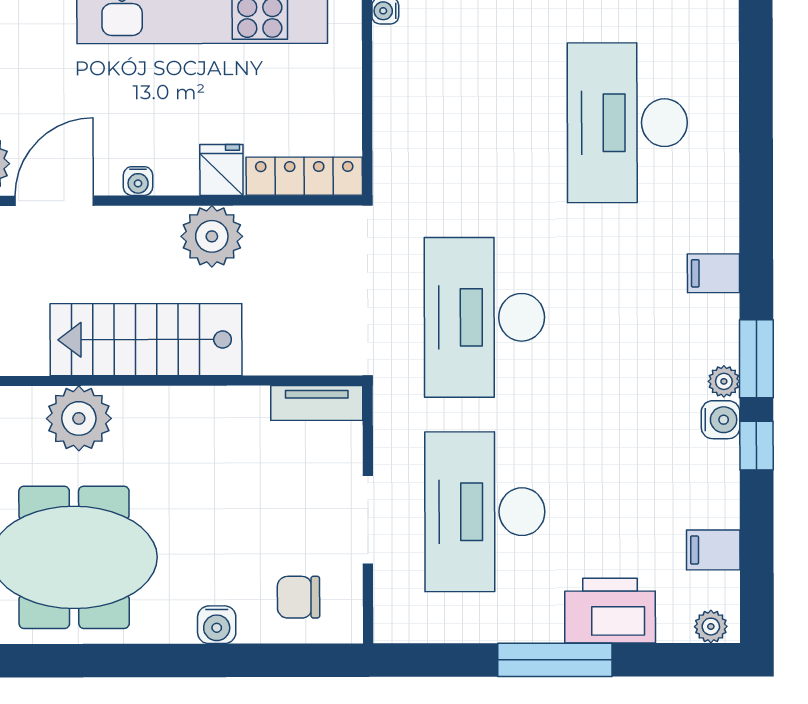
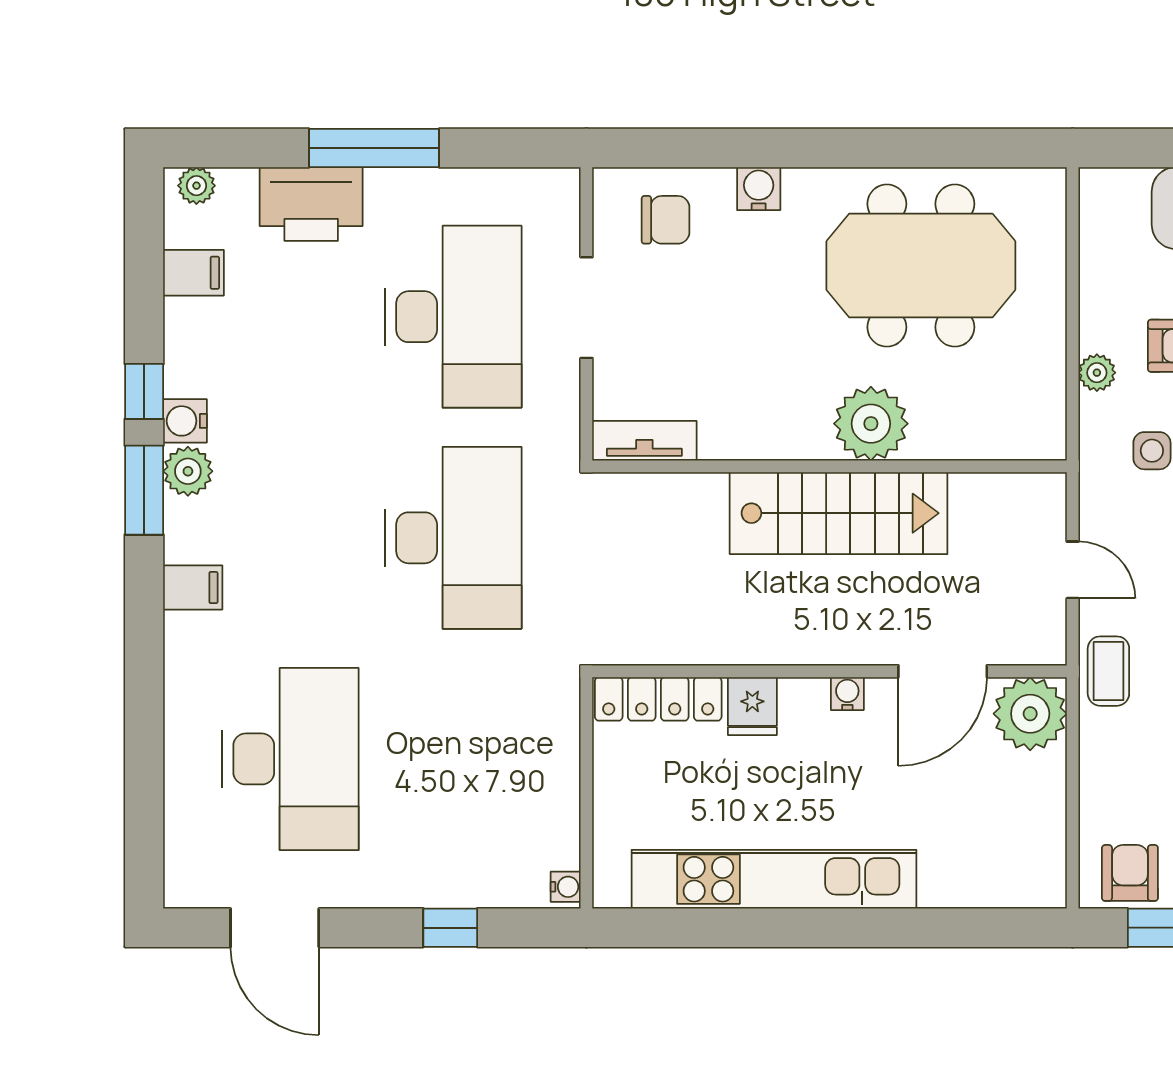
plant: (212, 236) -> (763, 630), removed
plant: (724, 381) -> (188, 471), width x1.38, depth x1.38
plant: (79, 418) -> (871, 424), moved

